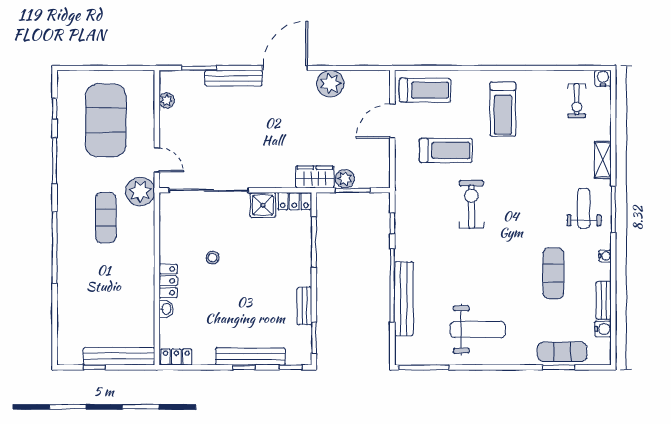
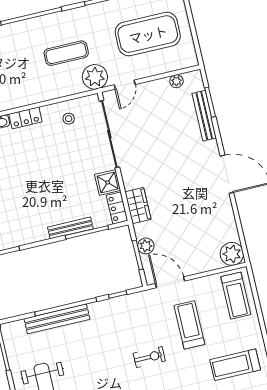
bench: (234, 78) -> (204, 116), moved
plant: (330, 84) -> (232, 254), moved
door: (392, 121) -> (170, 282), moved
treadmill: (446, 150) -> (189, 325), turned 180
wardrobe: (315, 177) -> (138, 206), moved
exercise bike: (471, 204) -> (149, 357), width x0.73, depth x0.72
stool: (213, 258) -> (69, 119), moved
bench: (304, 306) -> (70, 228), moved, width x1.36

